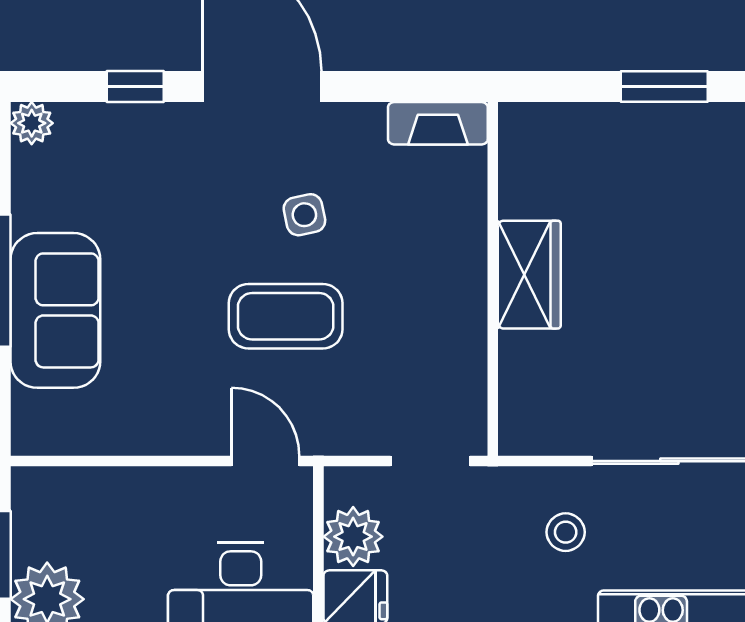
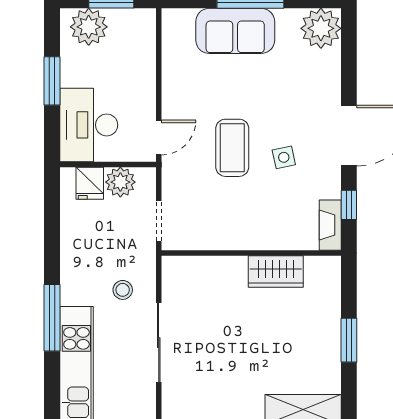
window: (135, 87) -> (349, 205), moved
plant: (32, 123) -> (321, 28), width x1.87, depth x1.87
wardrobe: (529, 275) -> (276, 271), moved

